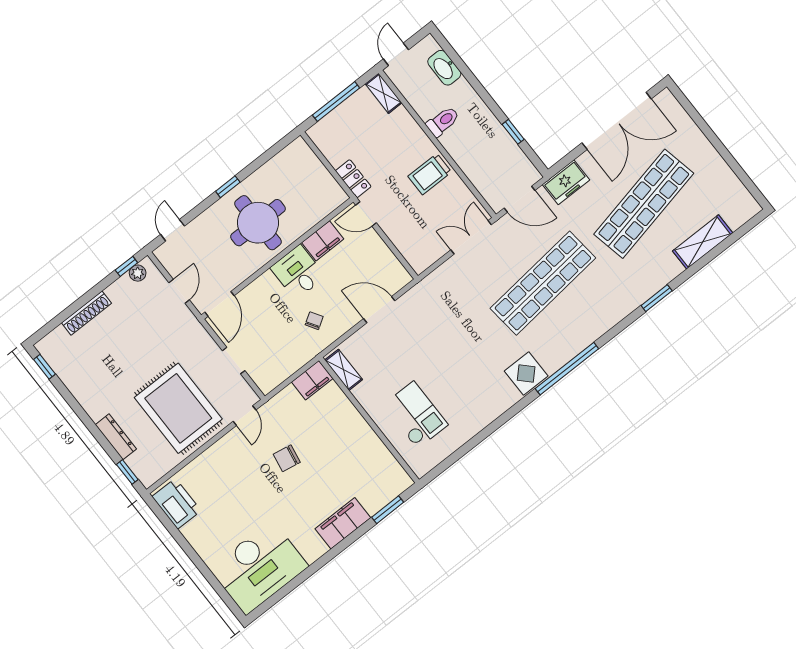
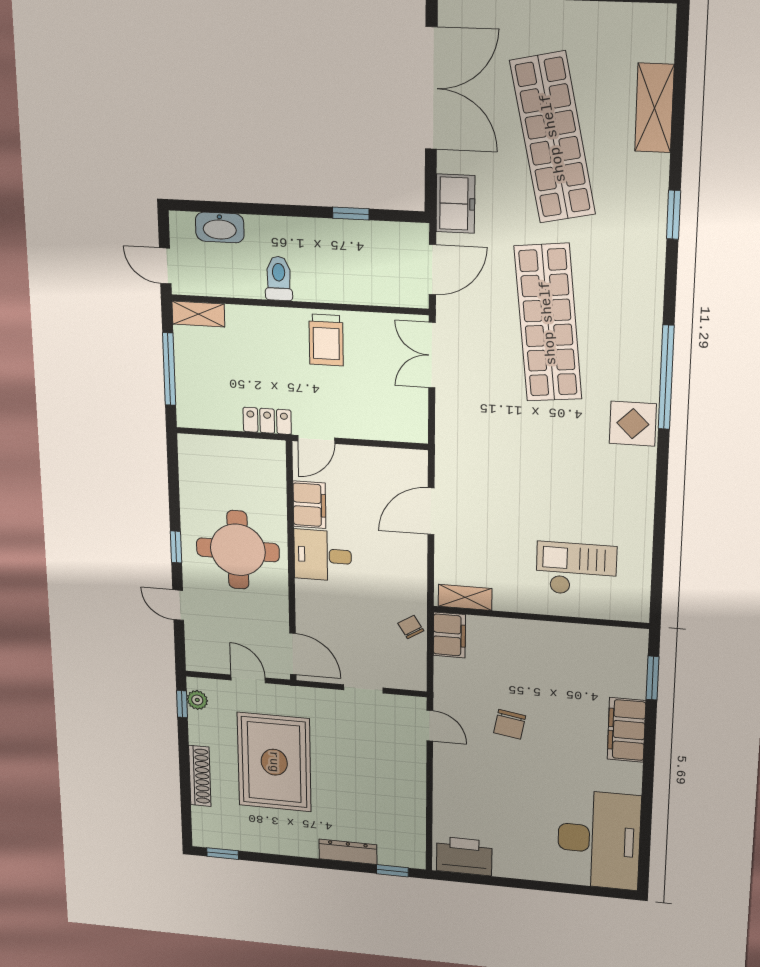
door: (173, 230) -> (178, 605), moved
chair: (314, 321) -> (411, 627), moved
rug: (178, 408) -> (274, 762), moved, turned 90

